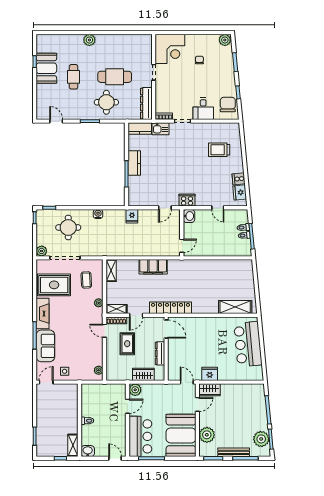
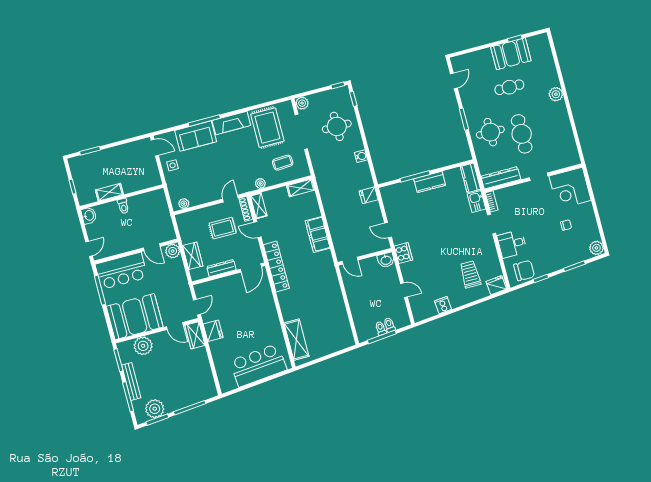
fridge: (240, 192) -> (496, 285), moved
door: (218, 208) -> (404, 290), swing flipped
shelving: (73, 445) -> (109, 192), moved

